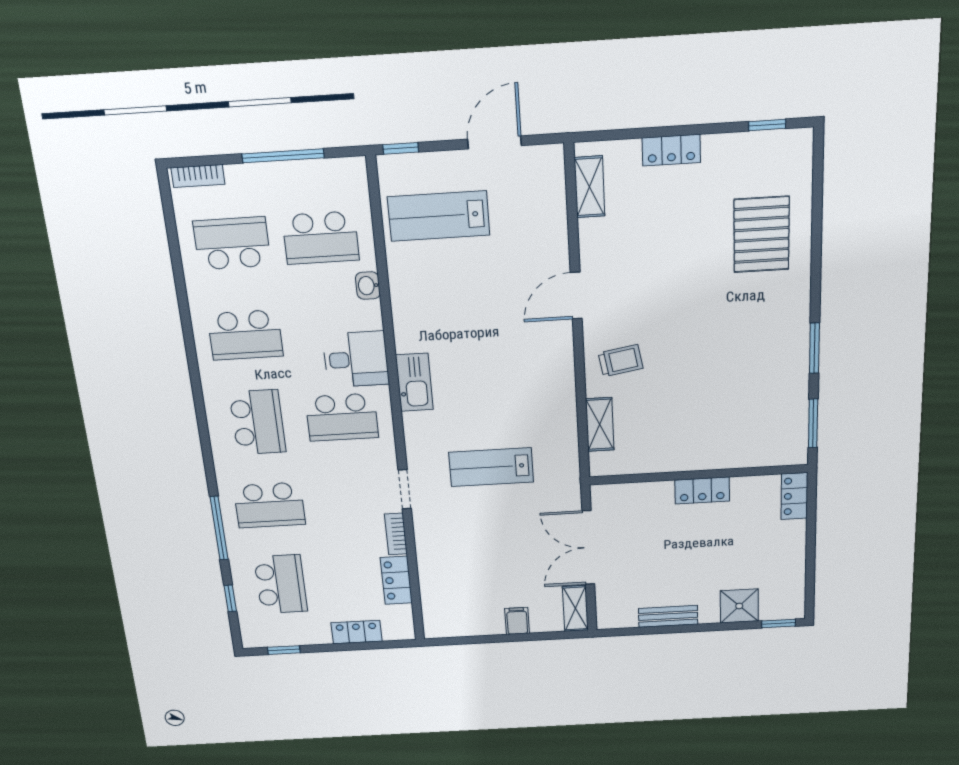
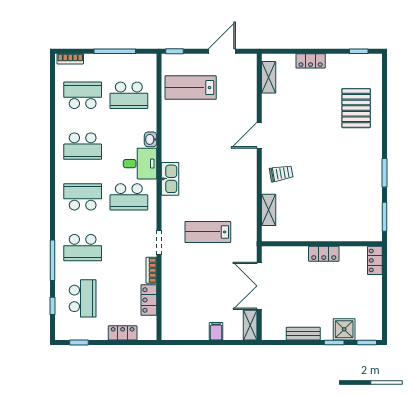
washbasin: (368, 286) -> (151, 139), moved
school desk: (258, 422) -> (83, 197), turned -90
window: (722, 627) -> (334, 342), added

